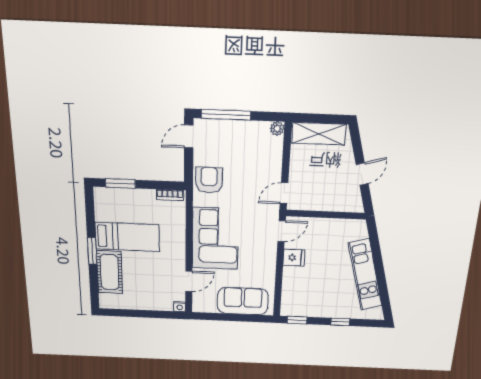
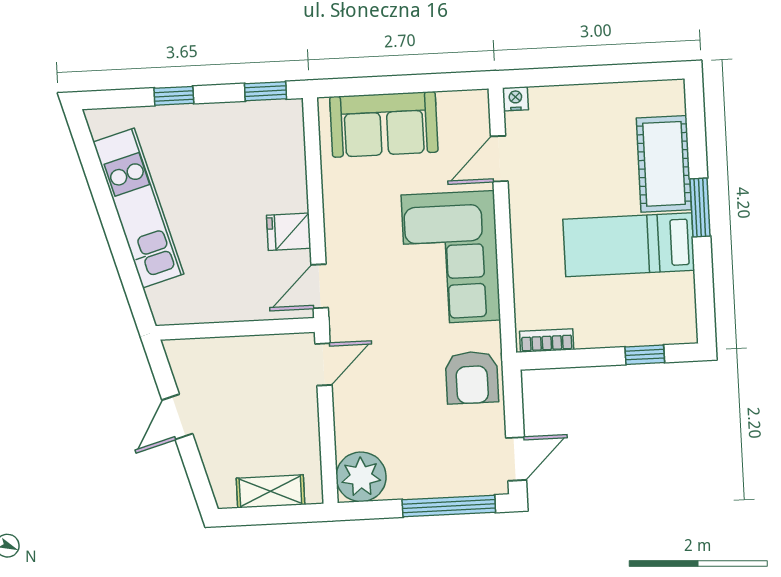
plant: (277, 129) -> (361, 477), width x1.88, depth x1.88
shelving: (319, 134) -> (270, 491), width x0.67, depth x0.75
window: (120, 183) -> (645, 355), width x0.67

